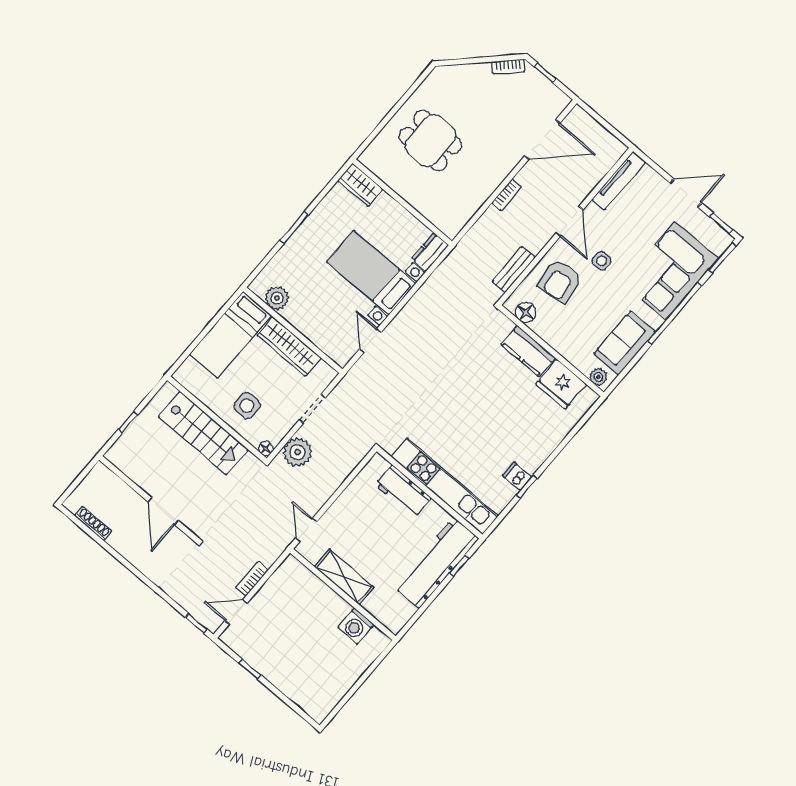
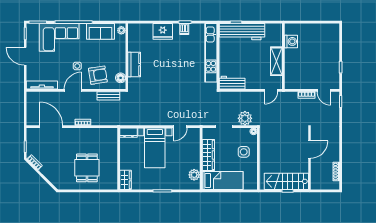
fridge: (561, 384) -> (163, 31), moved, turned 90
stairs: (203, 433) -> (286, 181), moved, turned -90
workbench: (403, 491) -> (232, 83), moved, turned -90

